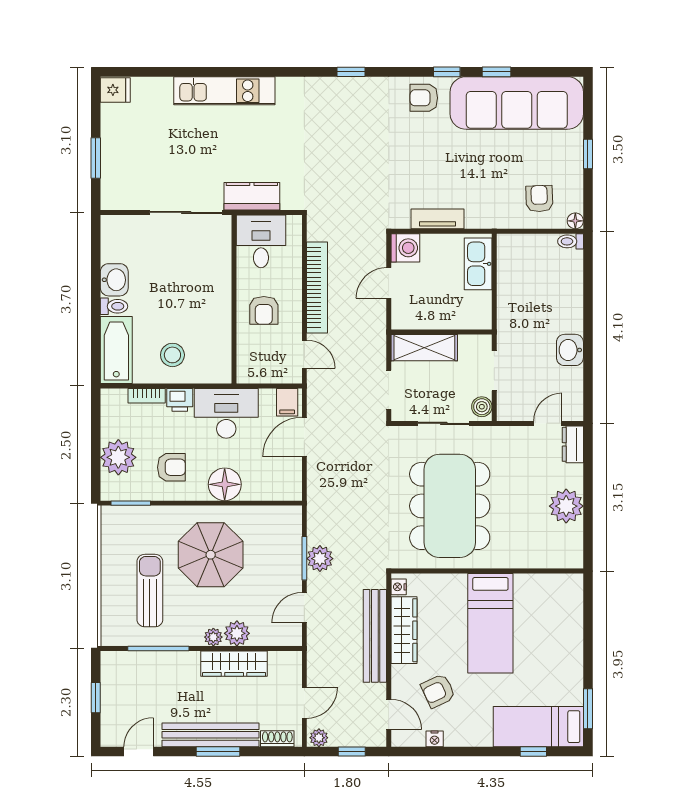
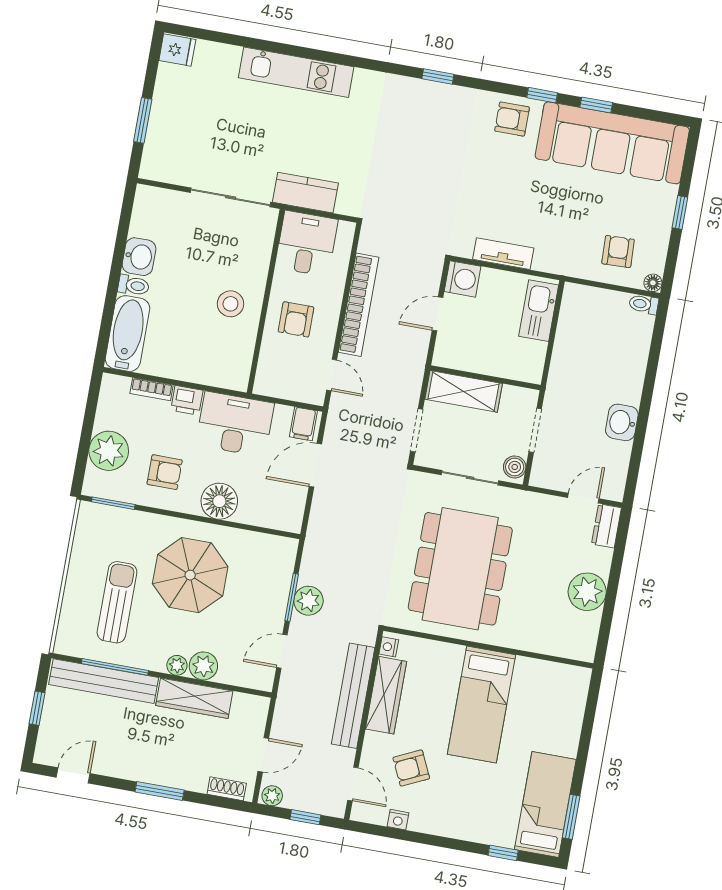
stool: (172, 355) -> (230, 304), moved
bed: (538, 727) -> (545, 804), moved, turned 90
bench: (211, 735) -> (104, 681), moved

